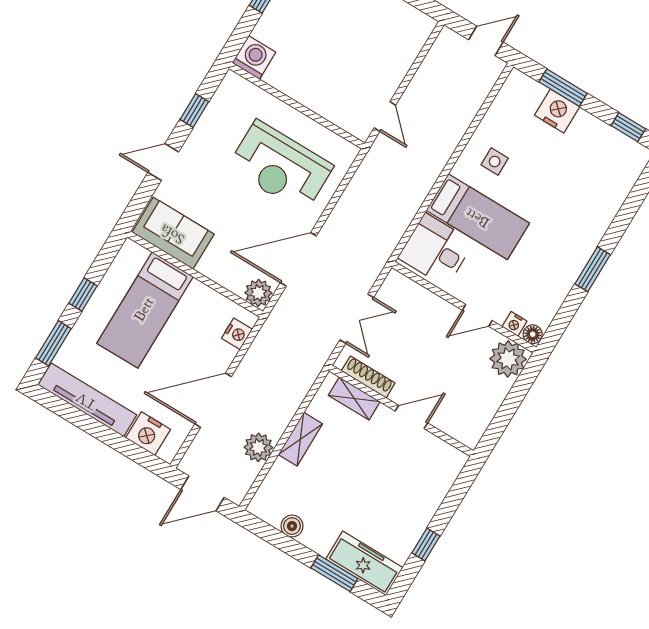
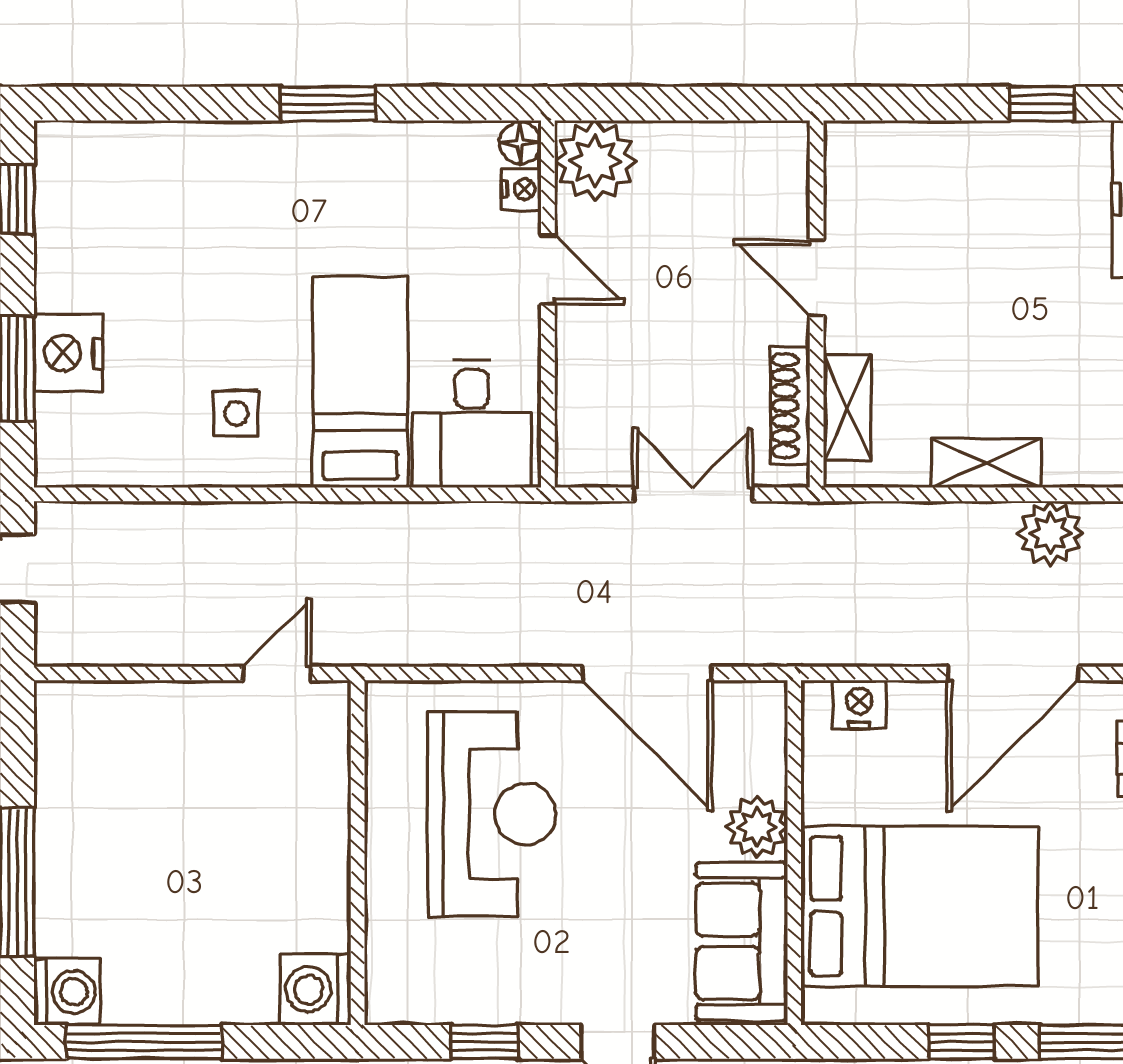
plant: (258, 293) -> (757, 827), moved
bed: (145, 310) -> (920, 906), width x1.50
door: (213, 400) -> (1013, 674), hinge flipped

